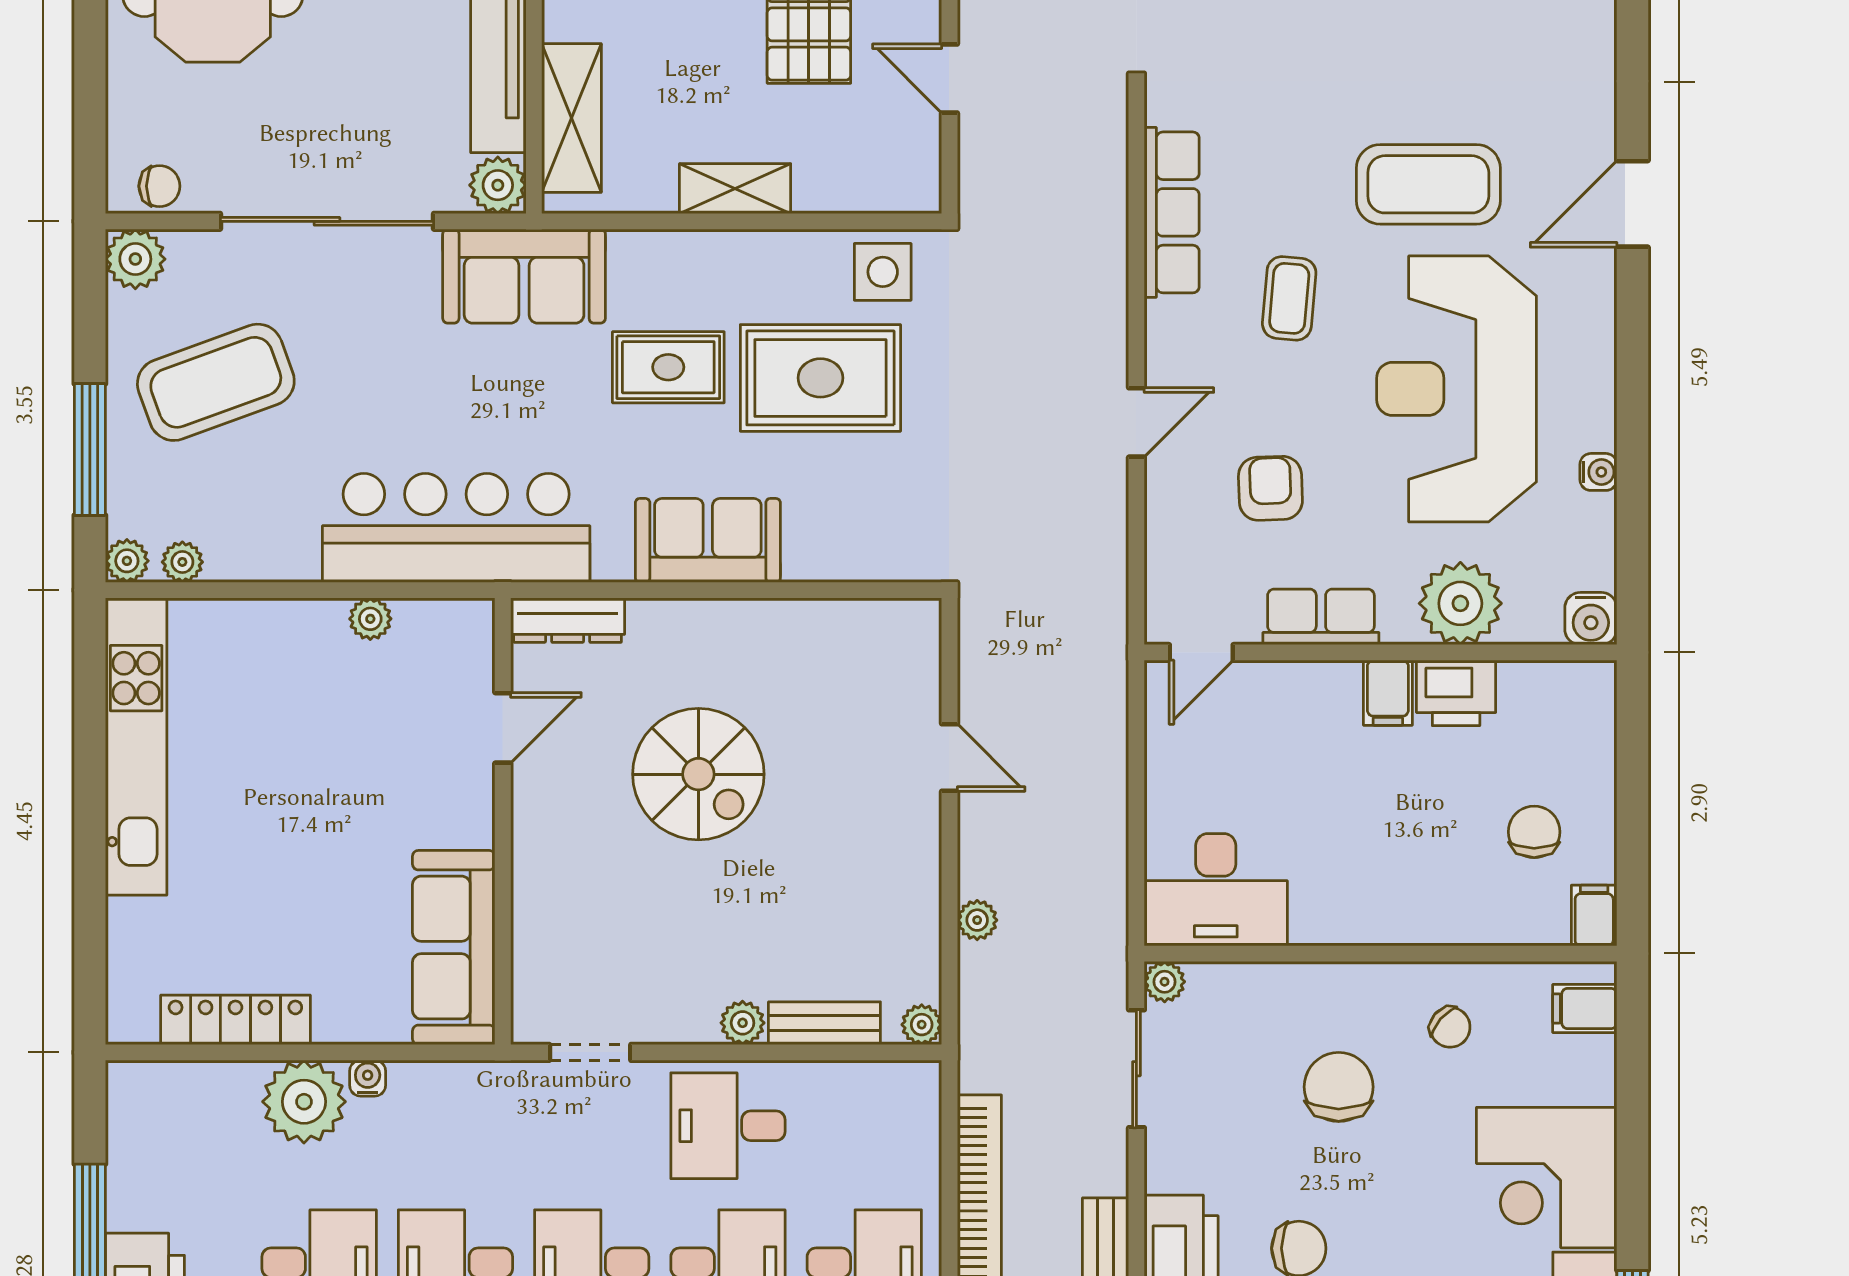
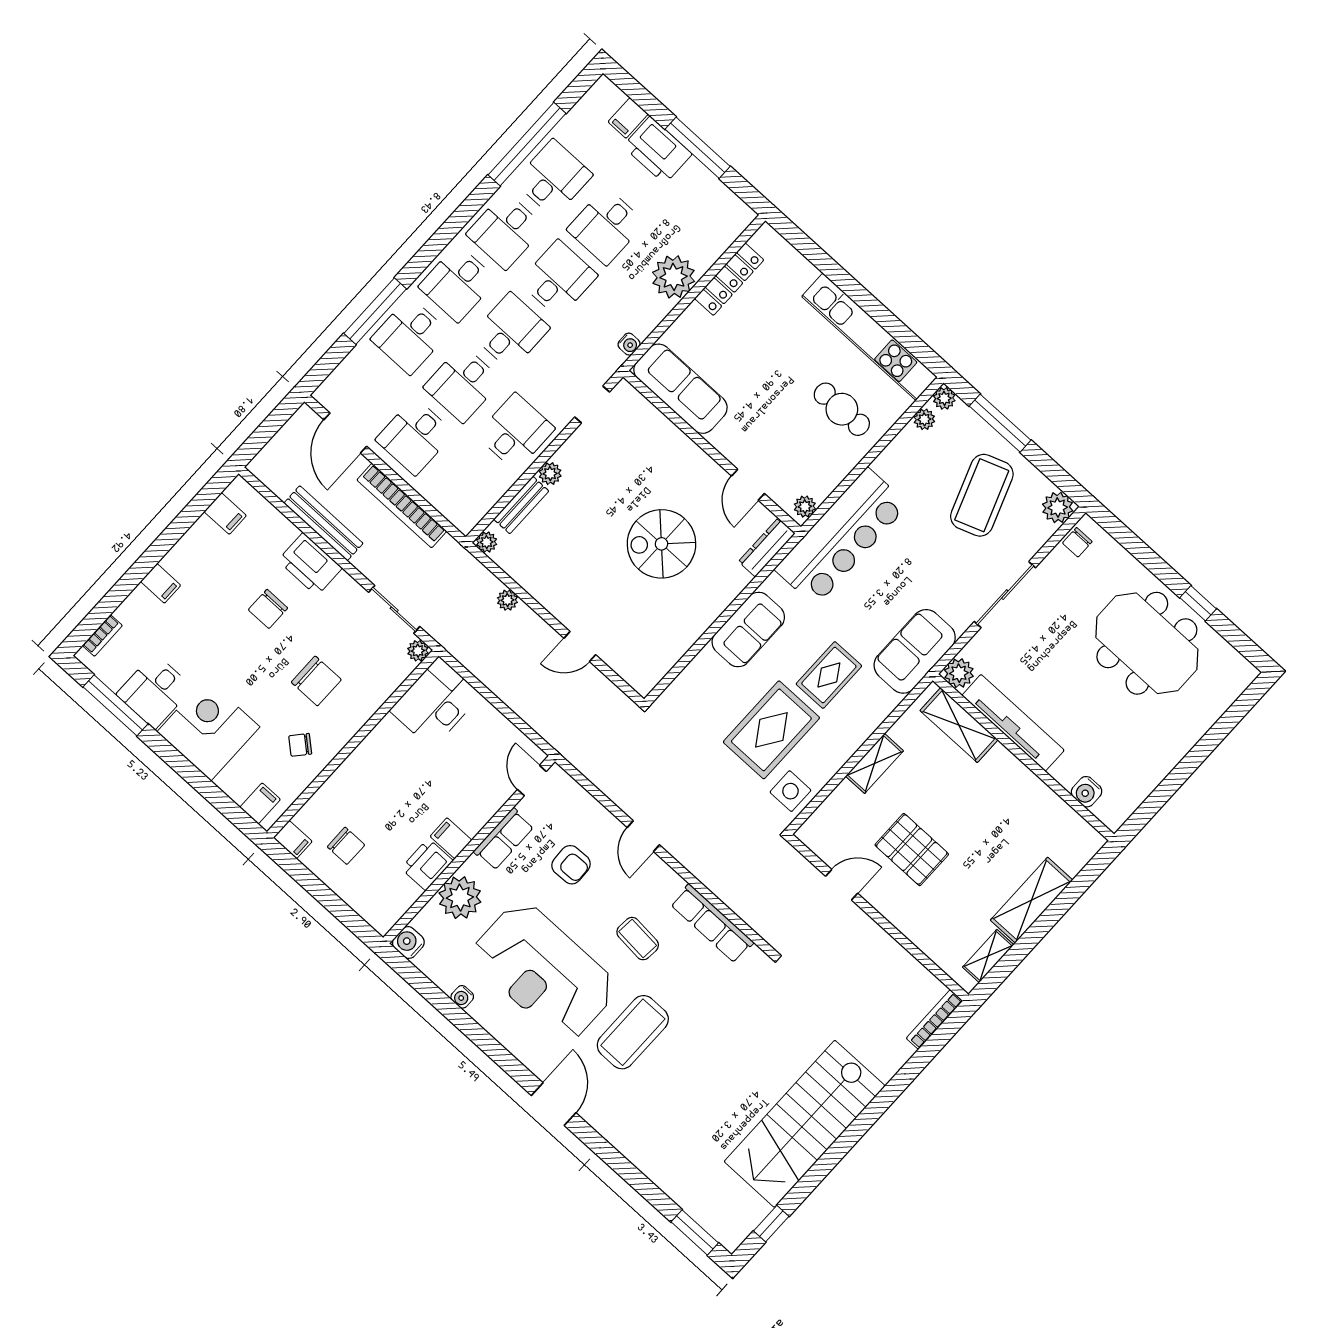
sliding door: (327, 221) -> (1005, 595), width x0.73
reception desk: (1457, 389) -> (544, 971), turned 180
plant: (370, 619) -> (805, 507), moved
cafe table: (275, 692) -> (842, 409), added
water cooler: (368, 1078) -> (629, 344), moved

